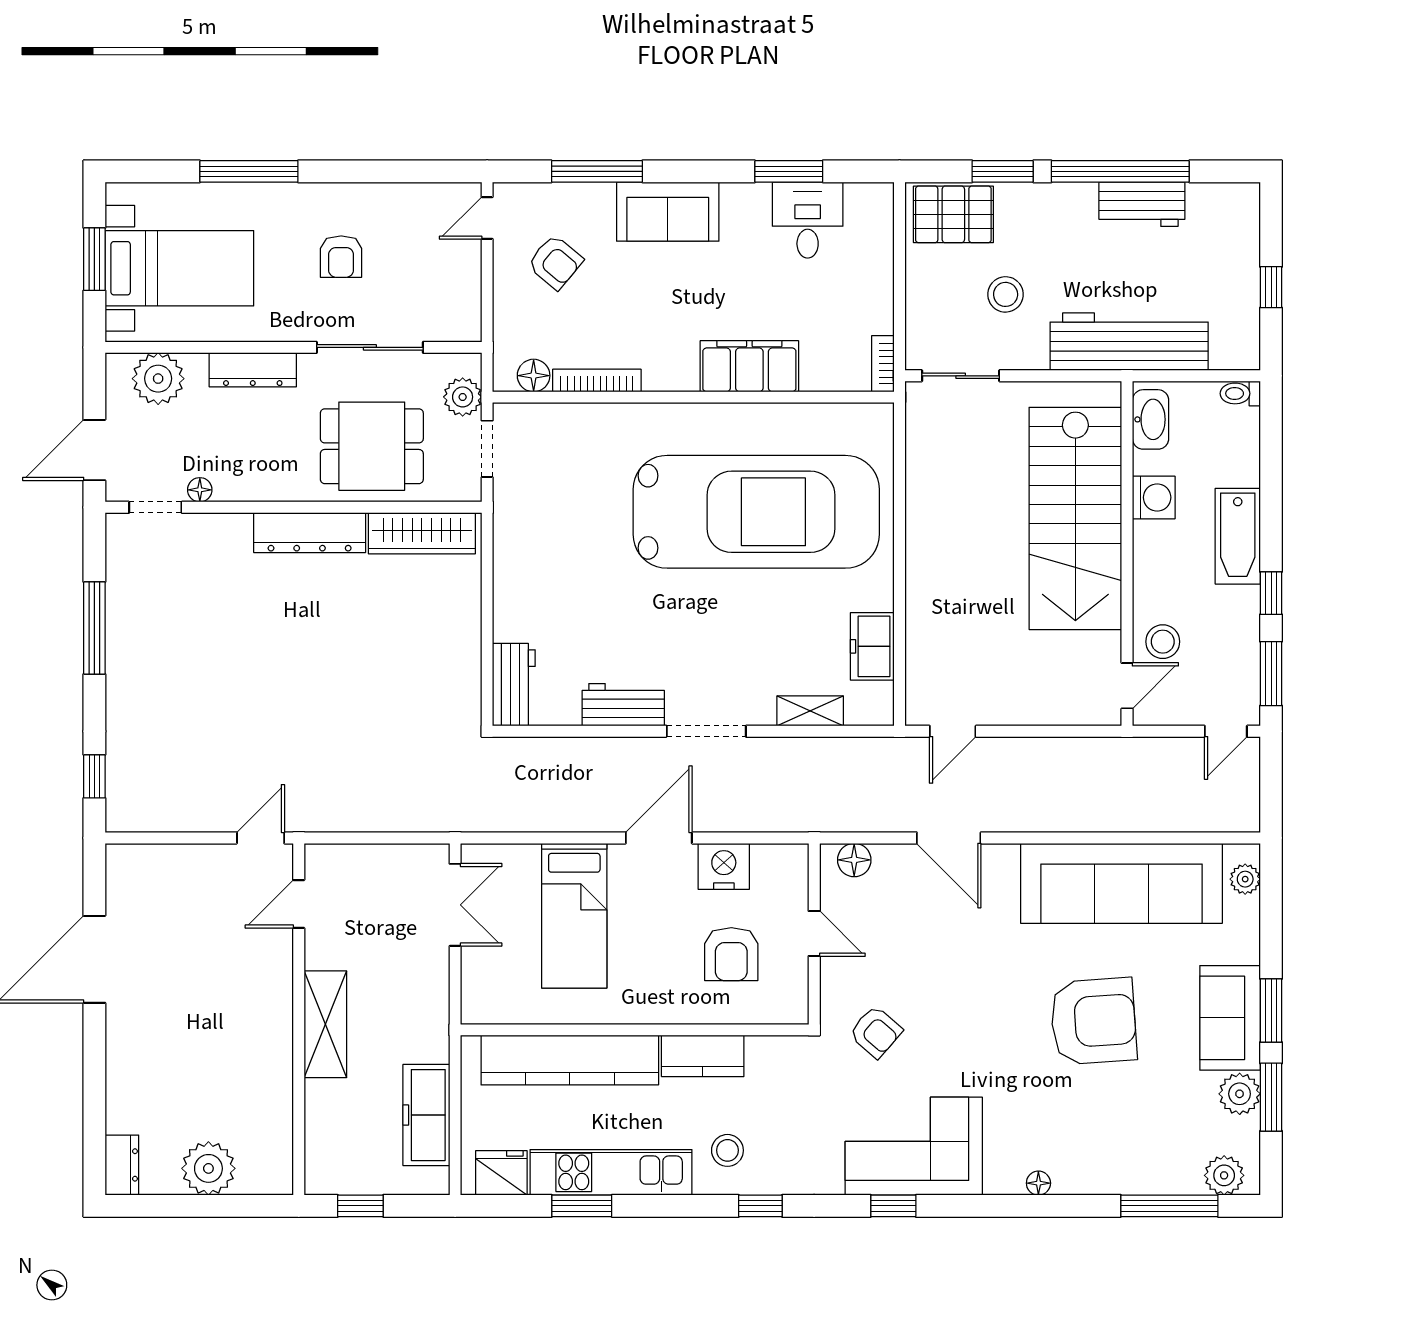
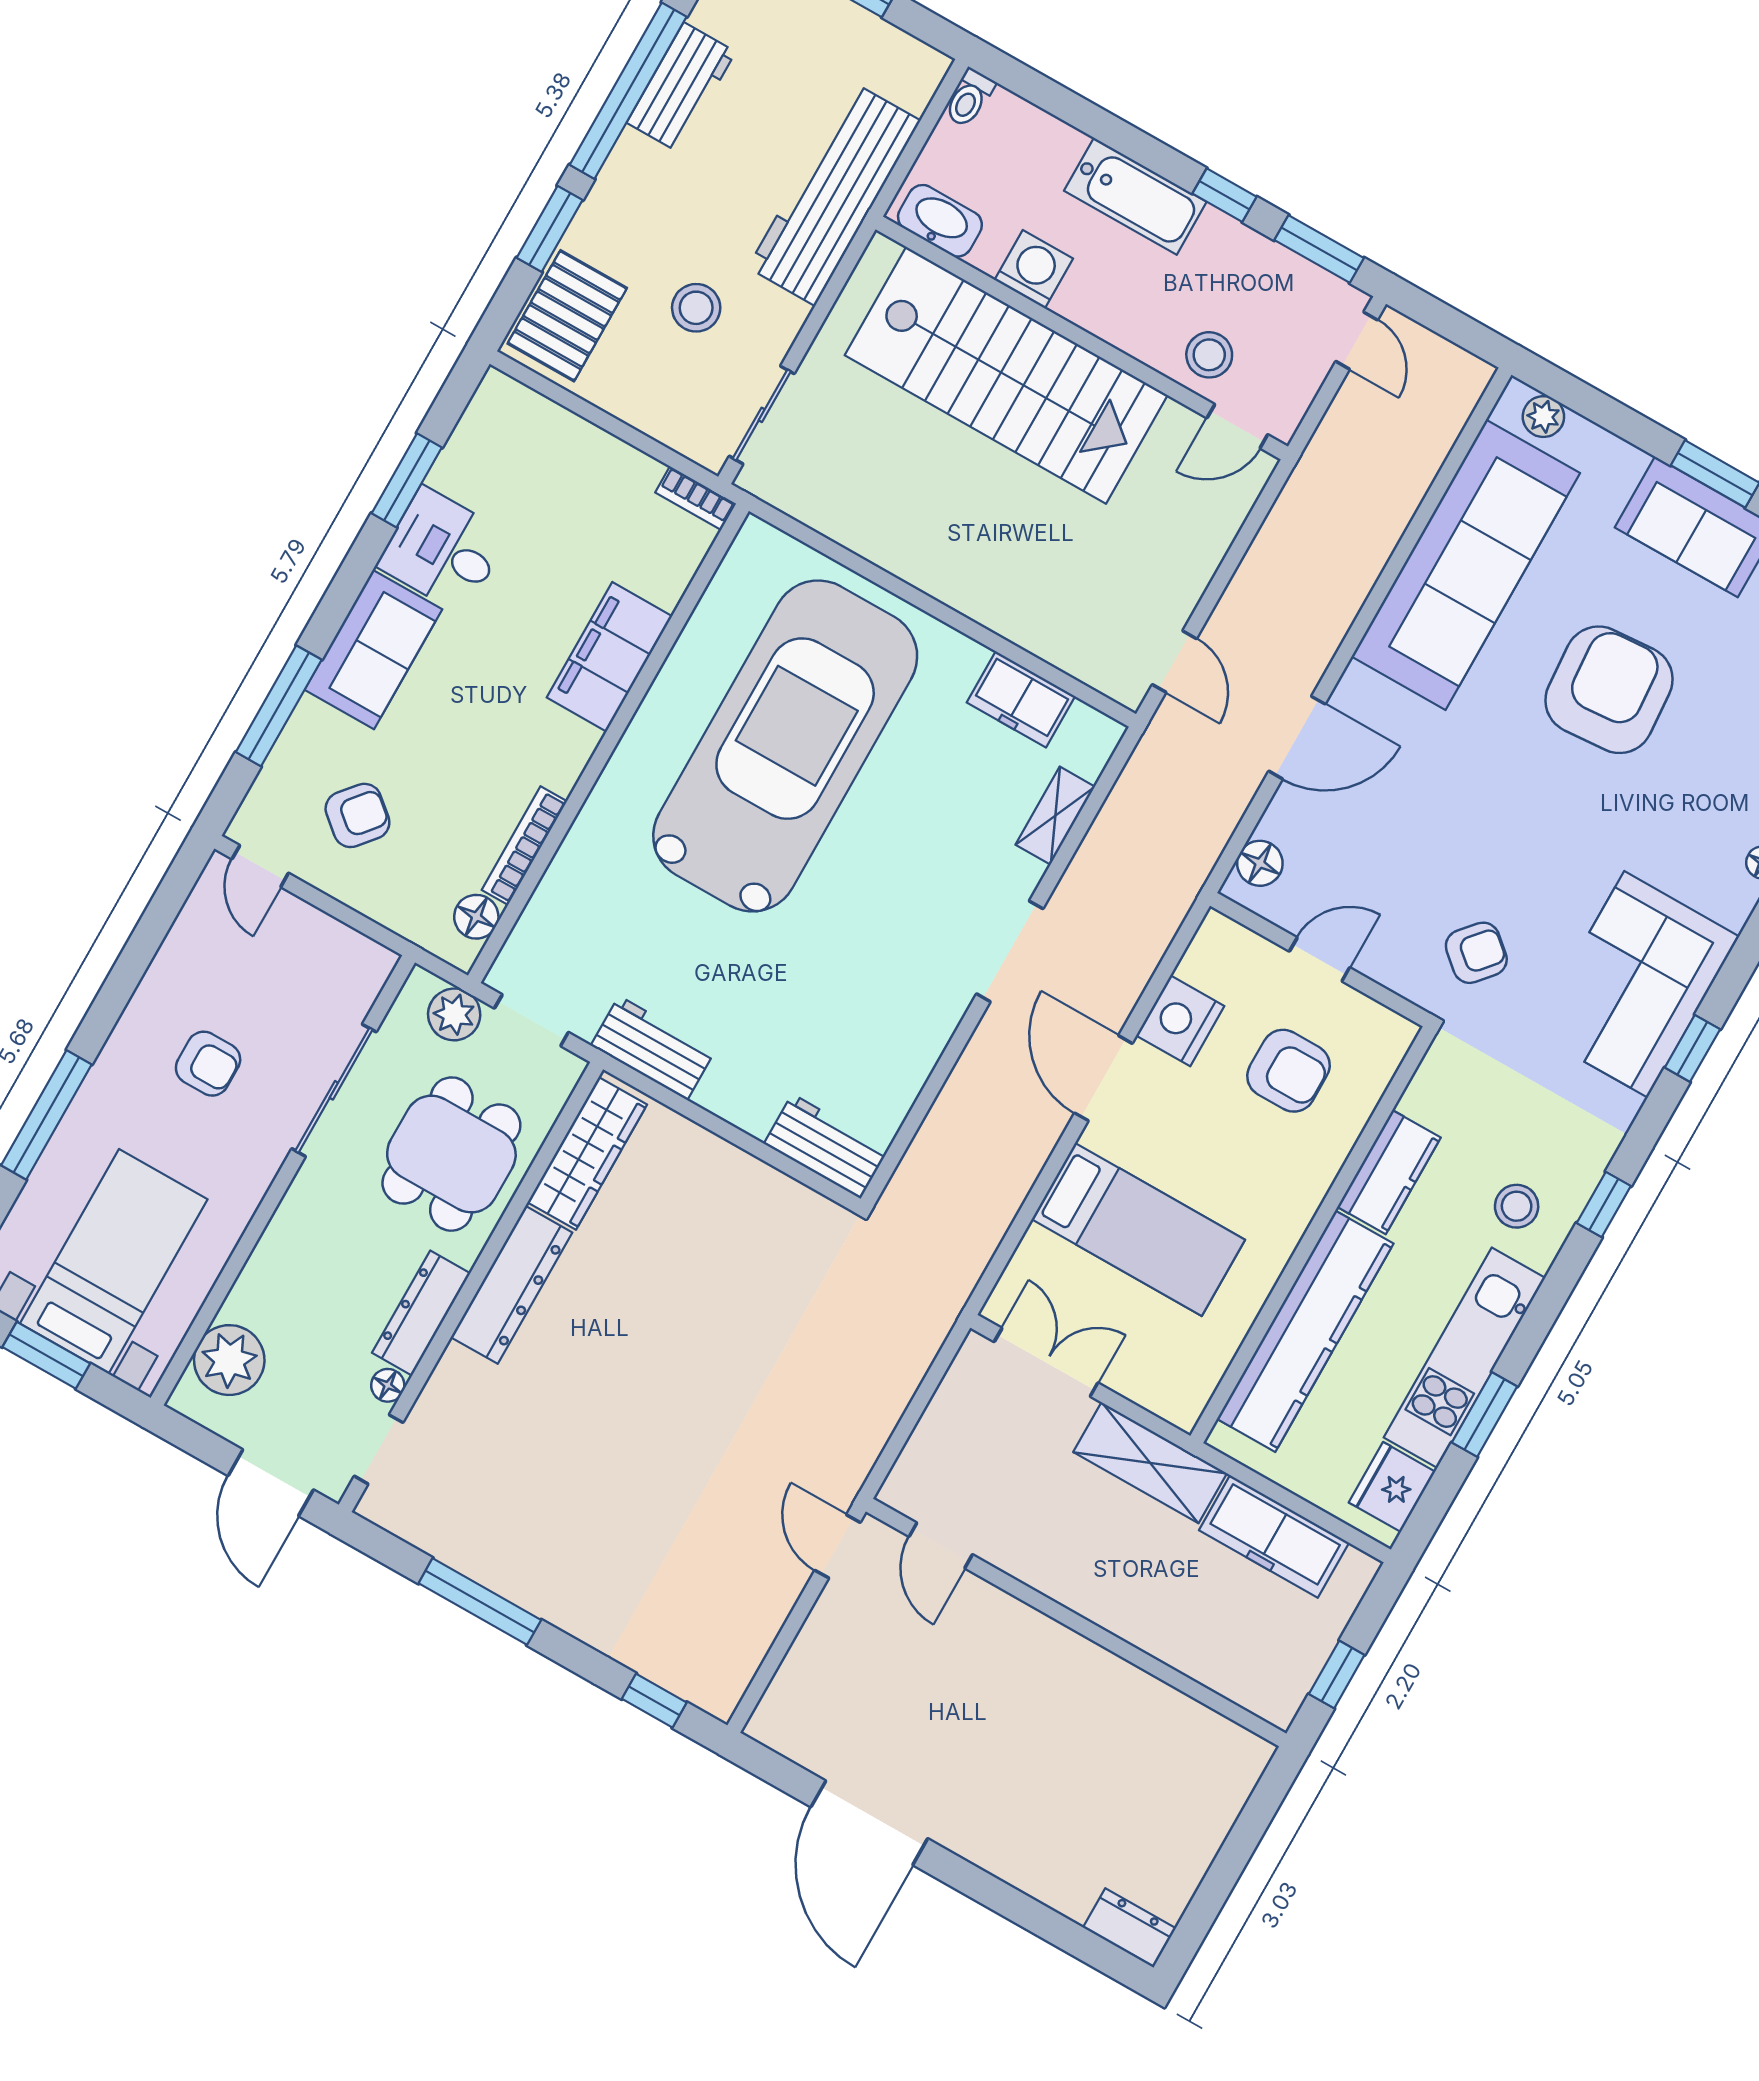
desk: (808, 220) -> (443, 550), moved
dresser: (253, 370) -> (421, 1313), moved, turned 180
door: (1127, 686) -> (1237, 426), swing flipped
workbench: (623, 705) -> (653, 1048), moved, turned 90
shelving: (325, 1024) -> (1150, 1463), moved
plant: (208, 1168) -> (1191, 1828), removed

